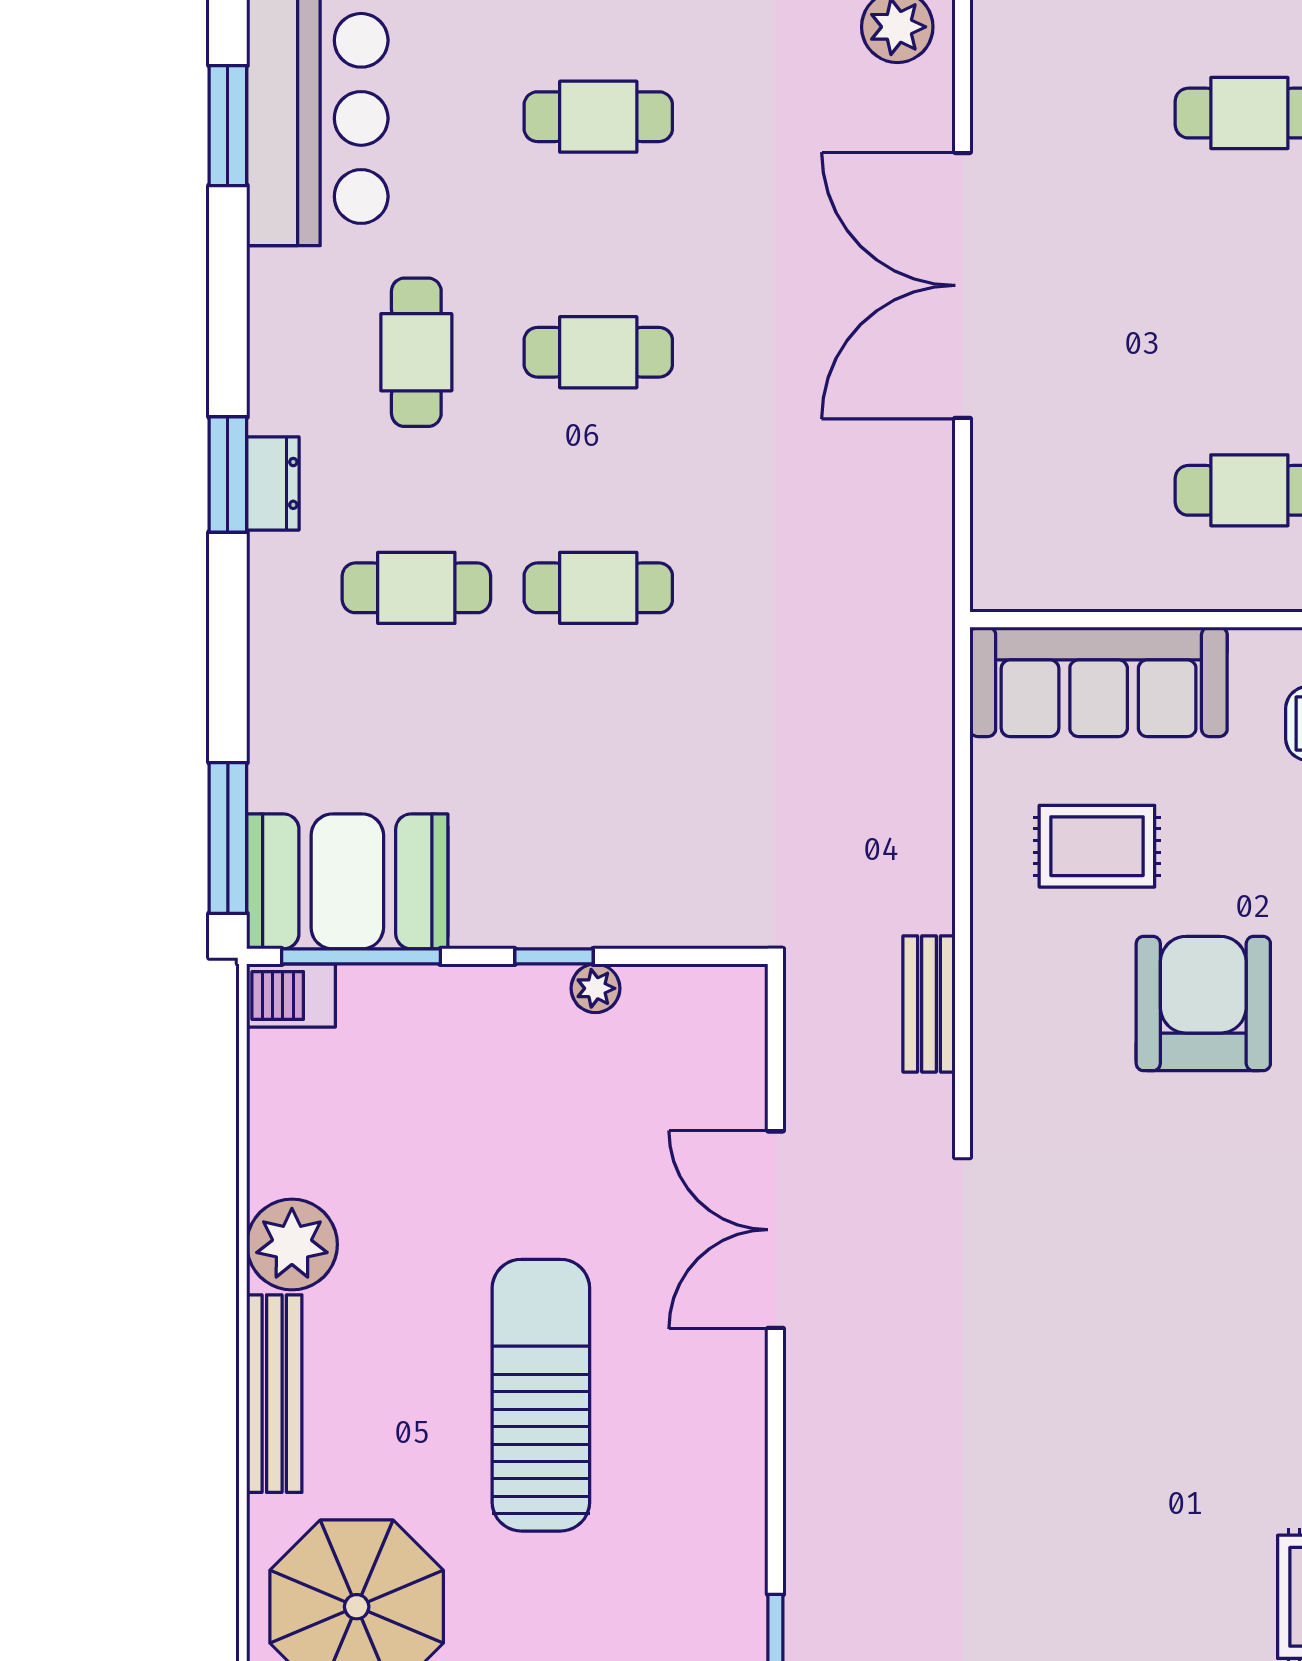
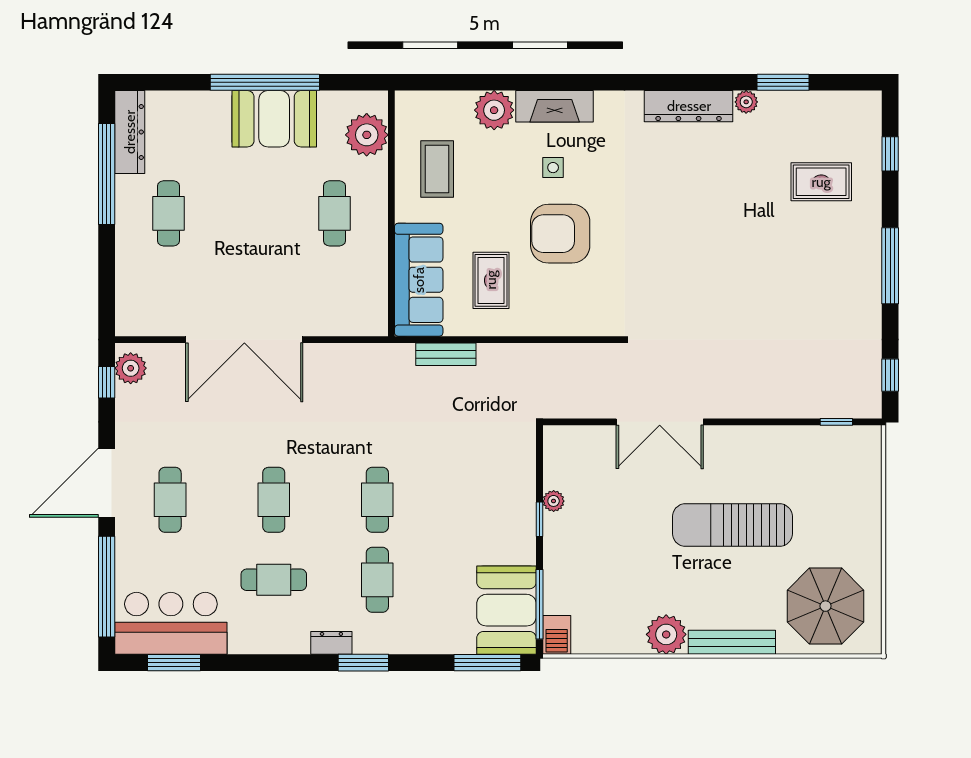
window: (228, 475) -> (363, 663), moved
bench: (929, 1004) -> (446, 354), moved

